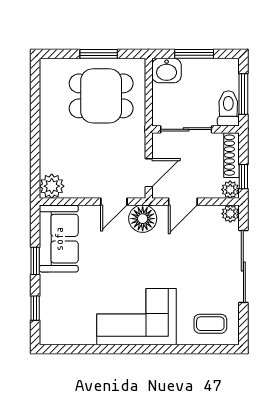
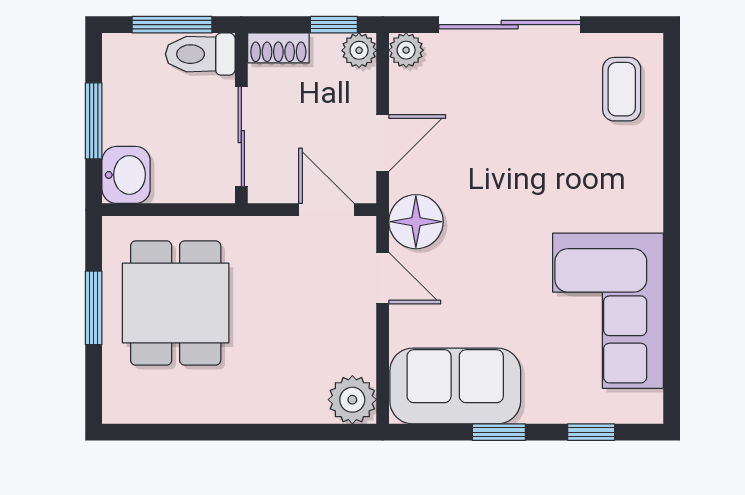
shoe rack: (231, 155) -> (278, 48), width x0.70
door: (183, 202) -> (383, 143), hinge flipped
corner sofa: (137, 317) -> (608, 311), moved

